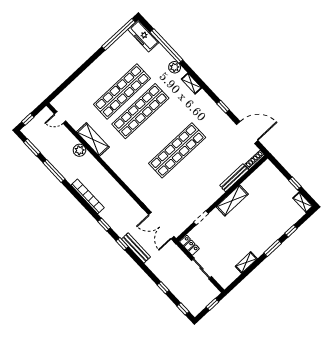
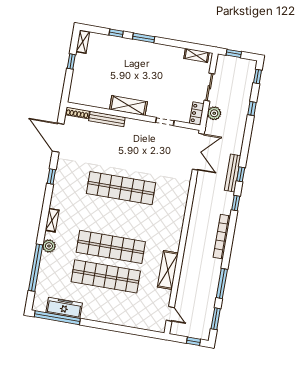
freezer: (143, 36) -> (64, 308), moved, turned -90
plant: (79, 150) -> (214, 113), moved
bench: (136, 248) -> (233, 173), moved
shelving: (246, 263) -> (197, 55), moved

